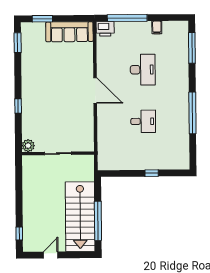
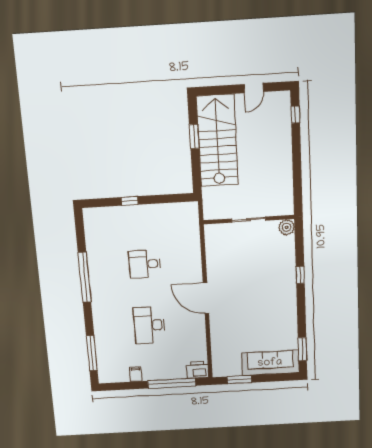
window: (42, 19) -> (239, 380), moved
sofa: (69, 32) -> (270, 363), moved
window: (98, 221) -> (194, 136), width x0.47

